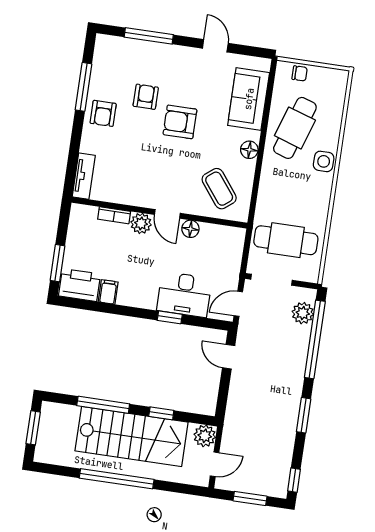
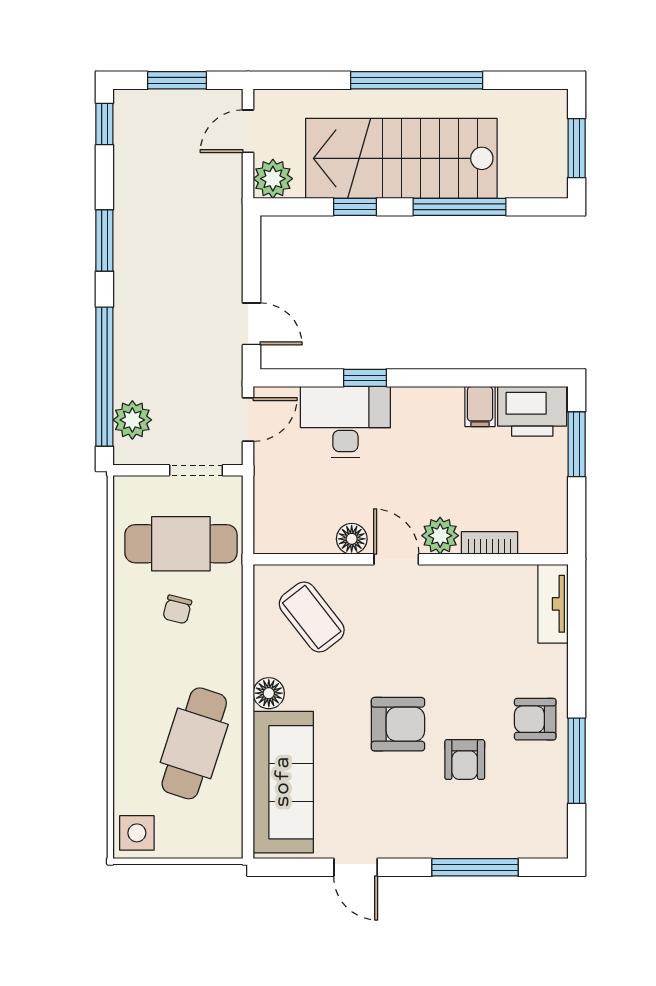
chair: (300, 73) -> (177, 609), moved, turned -76
sofa: (249, 99) -> (283, 782), width x1.36
armchair: (103, 113) -> (535, 719), turned -90
side table: (324, 161) -> (137, 833), moved
doorway: (271, 280) -> (196, 470), width x0.73

